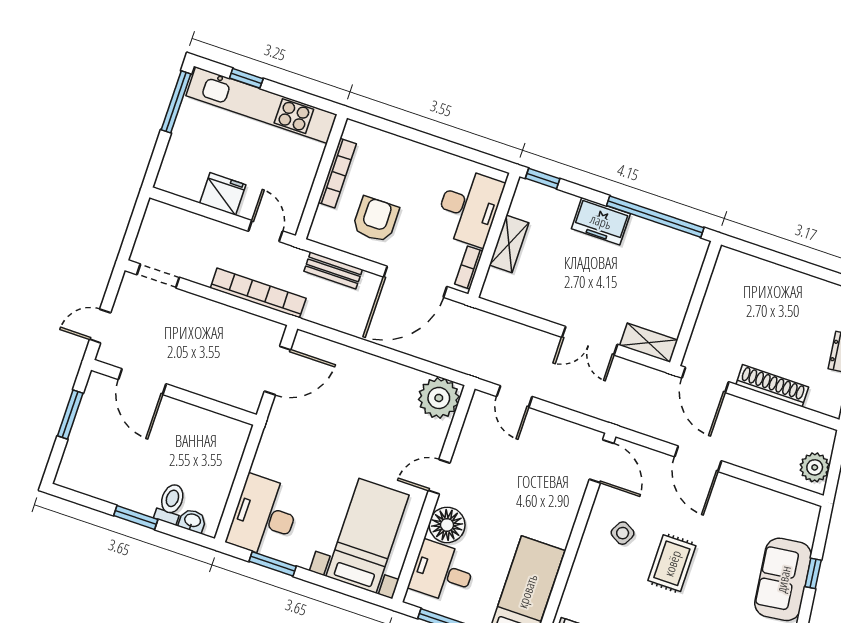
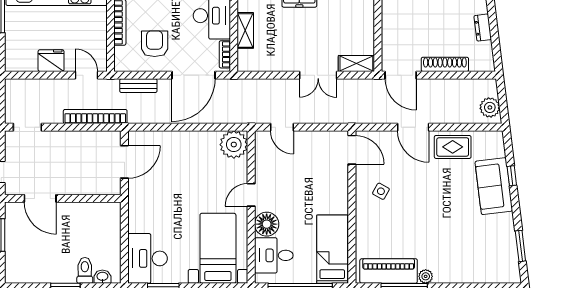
rug: (672, 563) -> (453, 147), moved, turned 90

